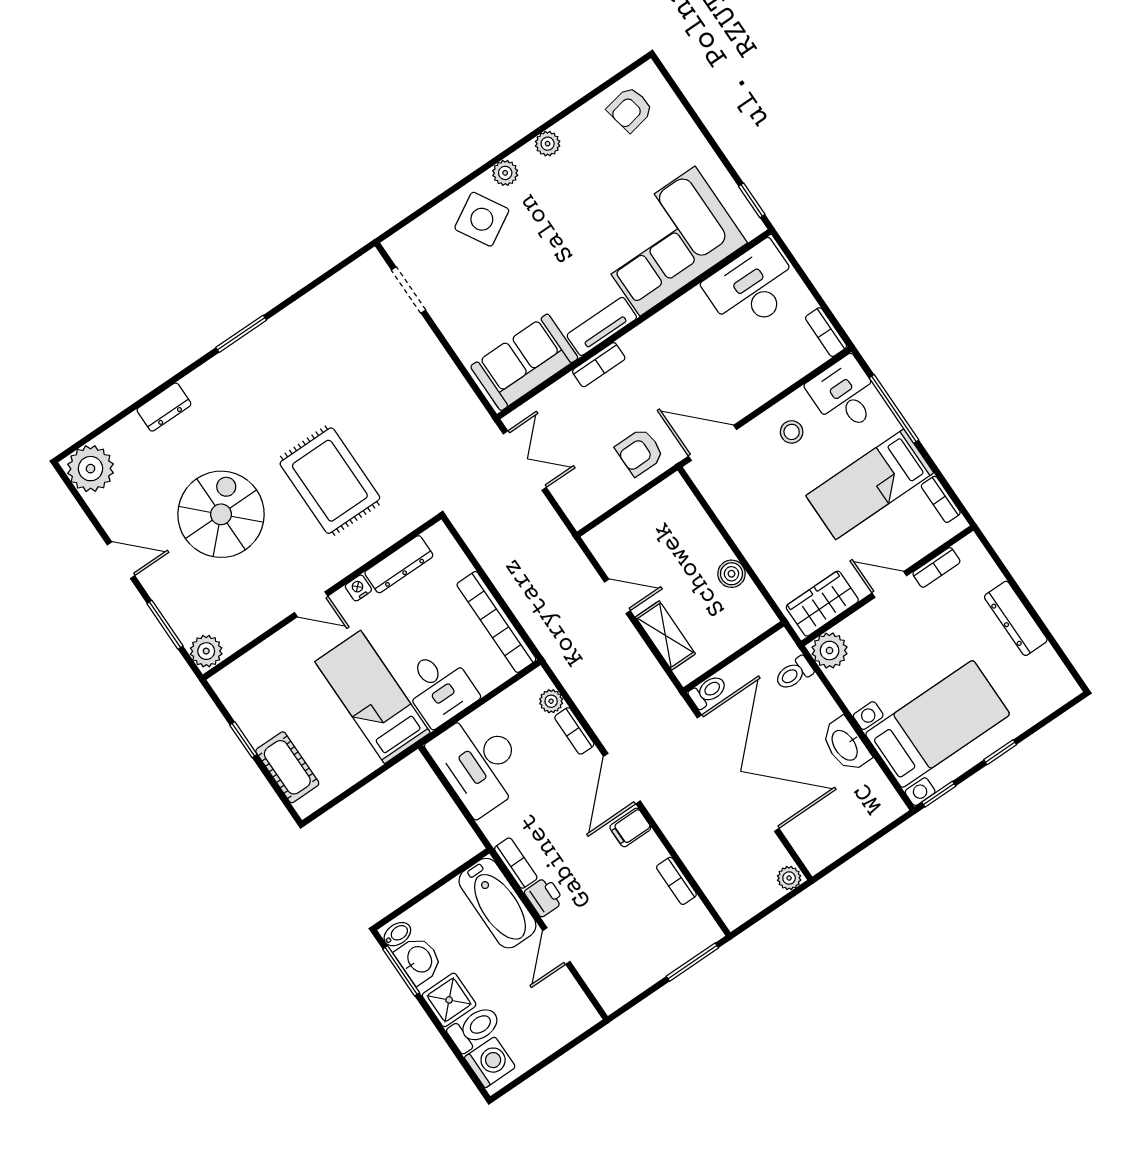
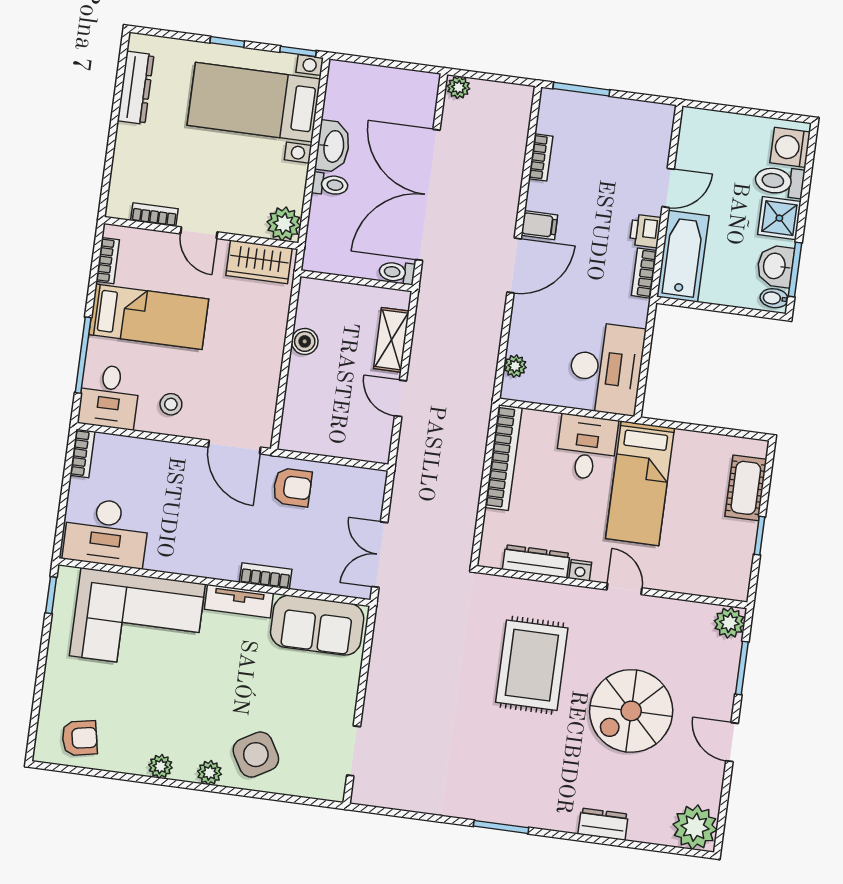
dresser: (1016, 618) -> (136, 88), moved
toilet: (794, 673) -> (330, 184), moved
bookcase: (574, 731) -> (518, 330), removed

